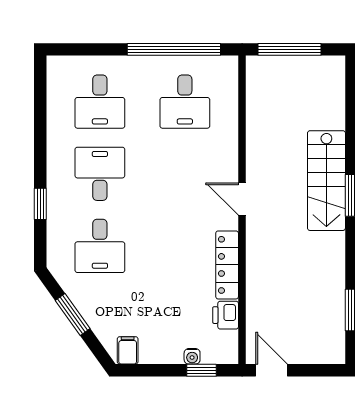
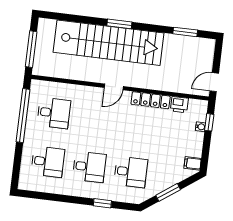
desk: (100, 174) -> (89, 167), turned 180
stairs: (326, 181) -> (108, 43), width x1.86, depth x1.51

